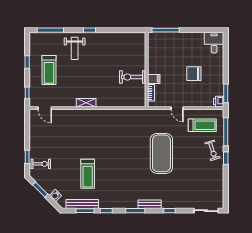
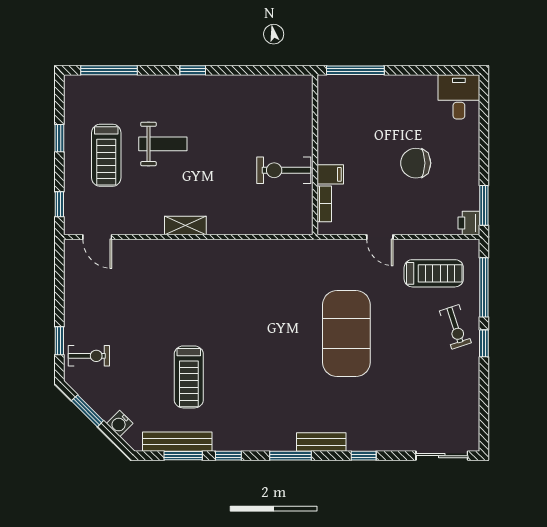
weight bench: (75, 48) -> (163, 144), moved, turned -90

